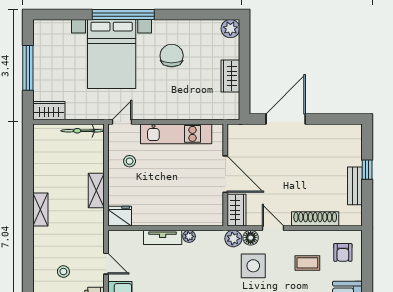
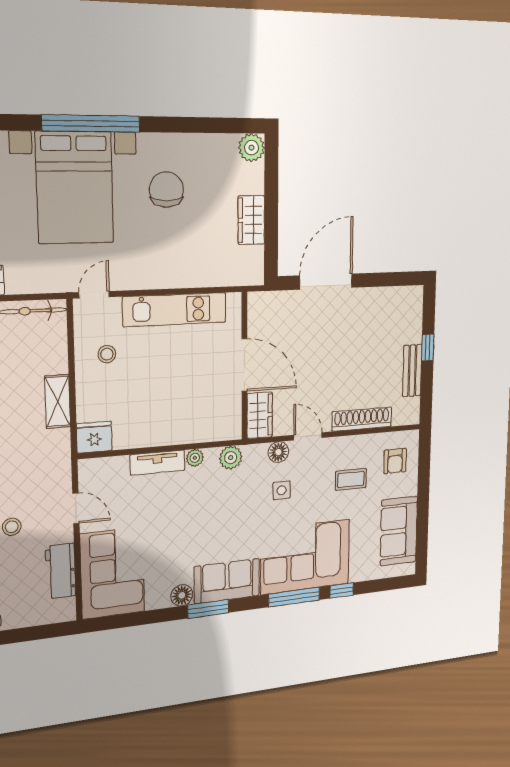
plant: (233, 239) -> (231, 458), moved
side table: (253, 266) -> (282, 490), width x0.54, depth x0.54

